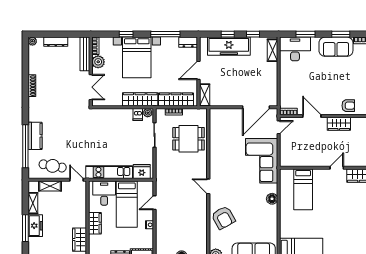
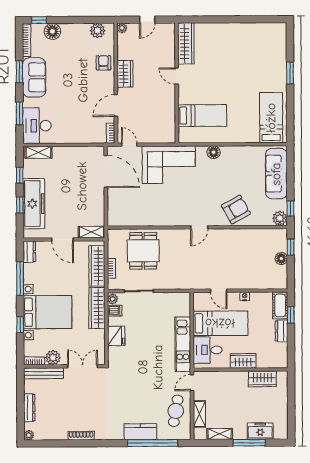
fridge: (142, 172) -> (116, 336), moved, turned 180
freezer: (35, 226) -> (260, 431), moved

